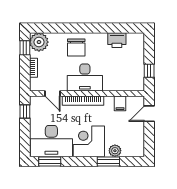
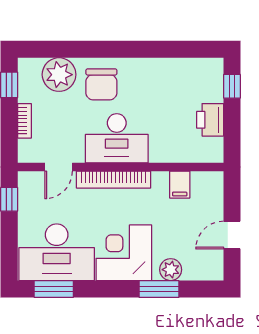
printer: (117, 40) -> (210, 120), moved, turned 90
plant: (39, 42) -> (59, 75), moved
window: (149, 71) -> (232, 86), moved
door: (52, 94) -> (59, 167), hinge flipped
door: (149, 114) -> (232, 235), moved

